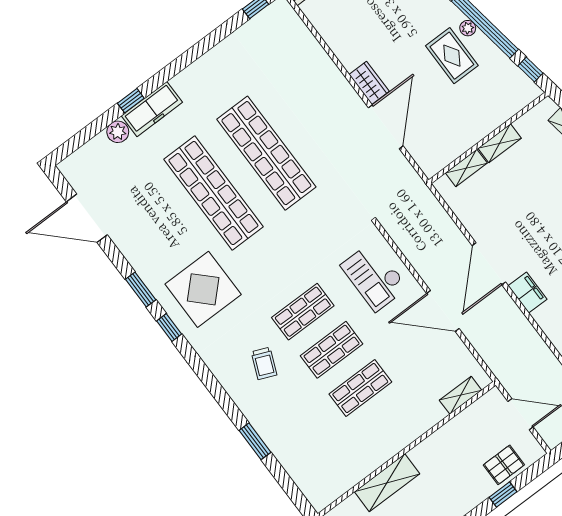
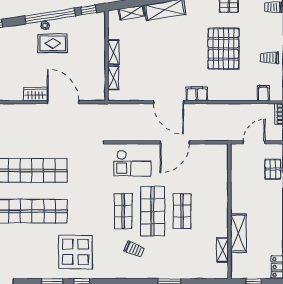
shop shelf: (332, 350) -> (153, 211), width x1.43, depth x1.36
shelving: (461, 395) -> (223, 250), moved

